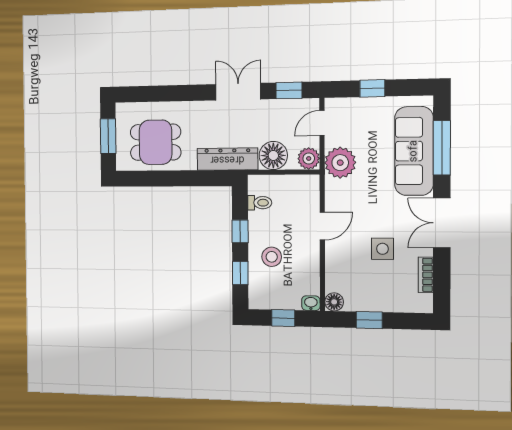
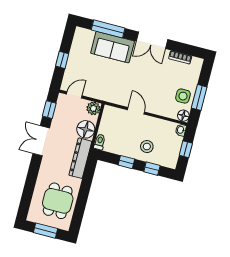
door: (322, 123) -> (74, 95), swing flipped
sofa: (414, 151) -> (113, 47), width x0.73
plant: (340, 163) -> (101, 90), removed
toilet: (260, 203) -> (100, 142), moved
side table: (382, 249) -> (183, 96), moved
window: (369, 320) -> (199, 97), width x1.50

